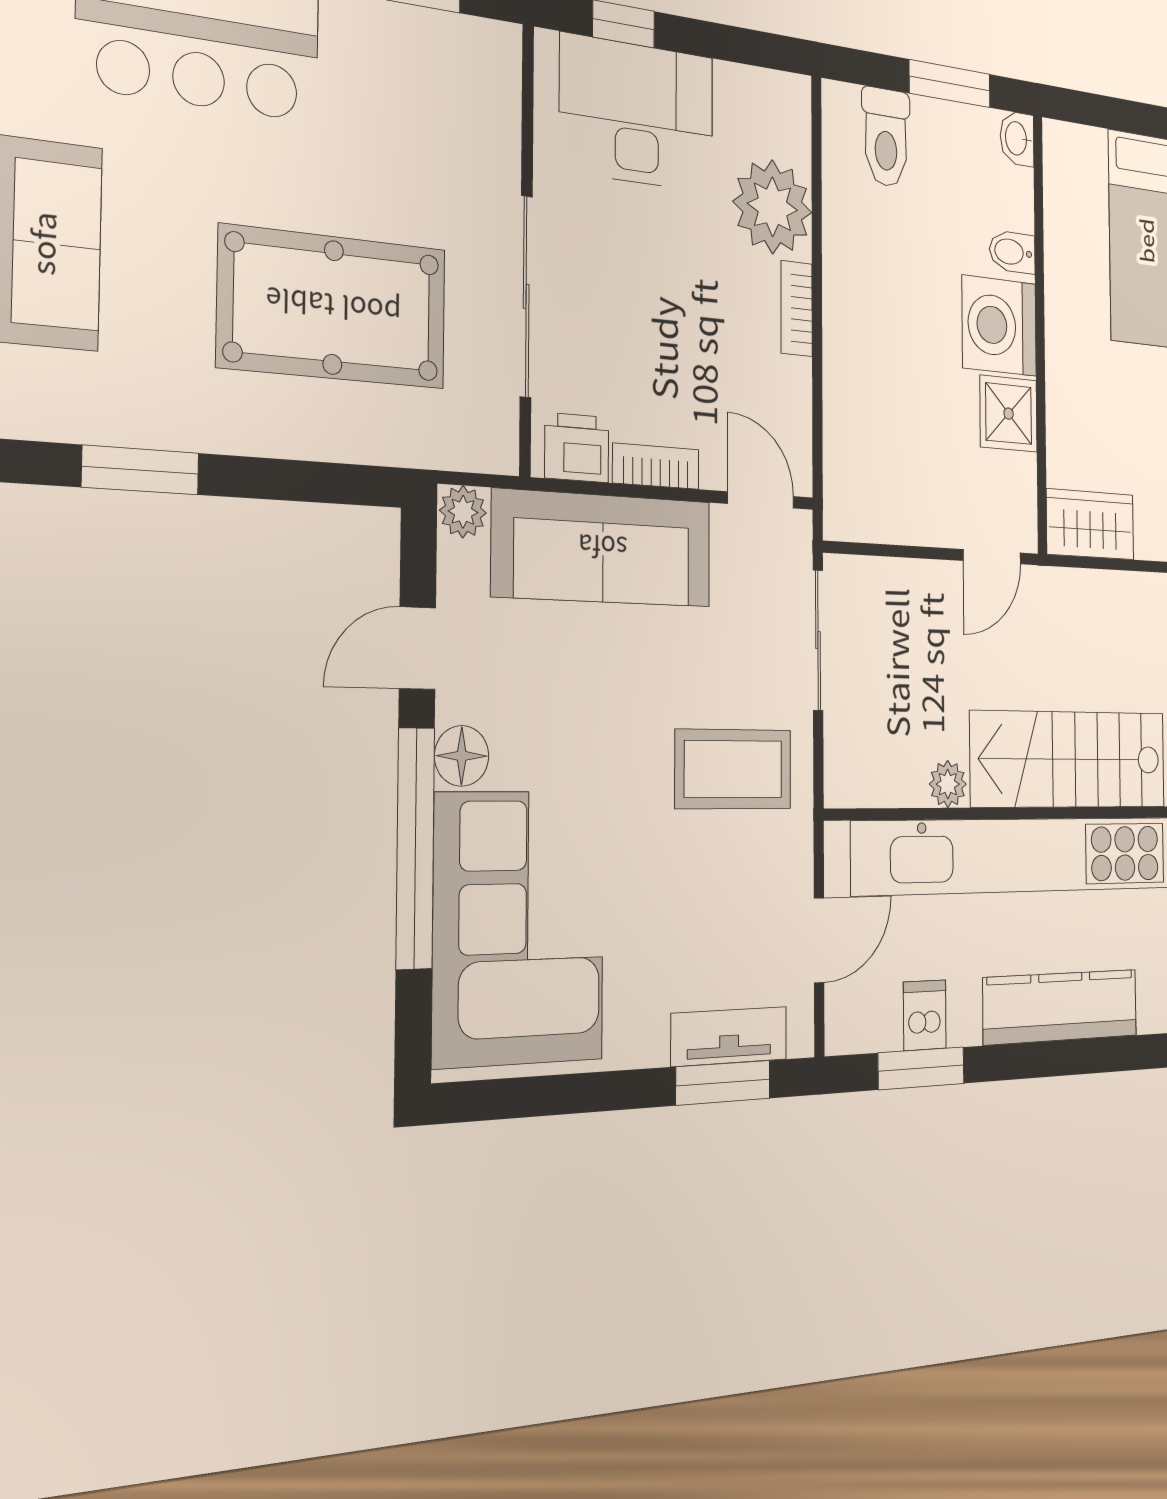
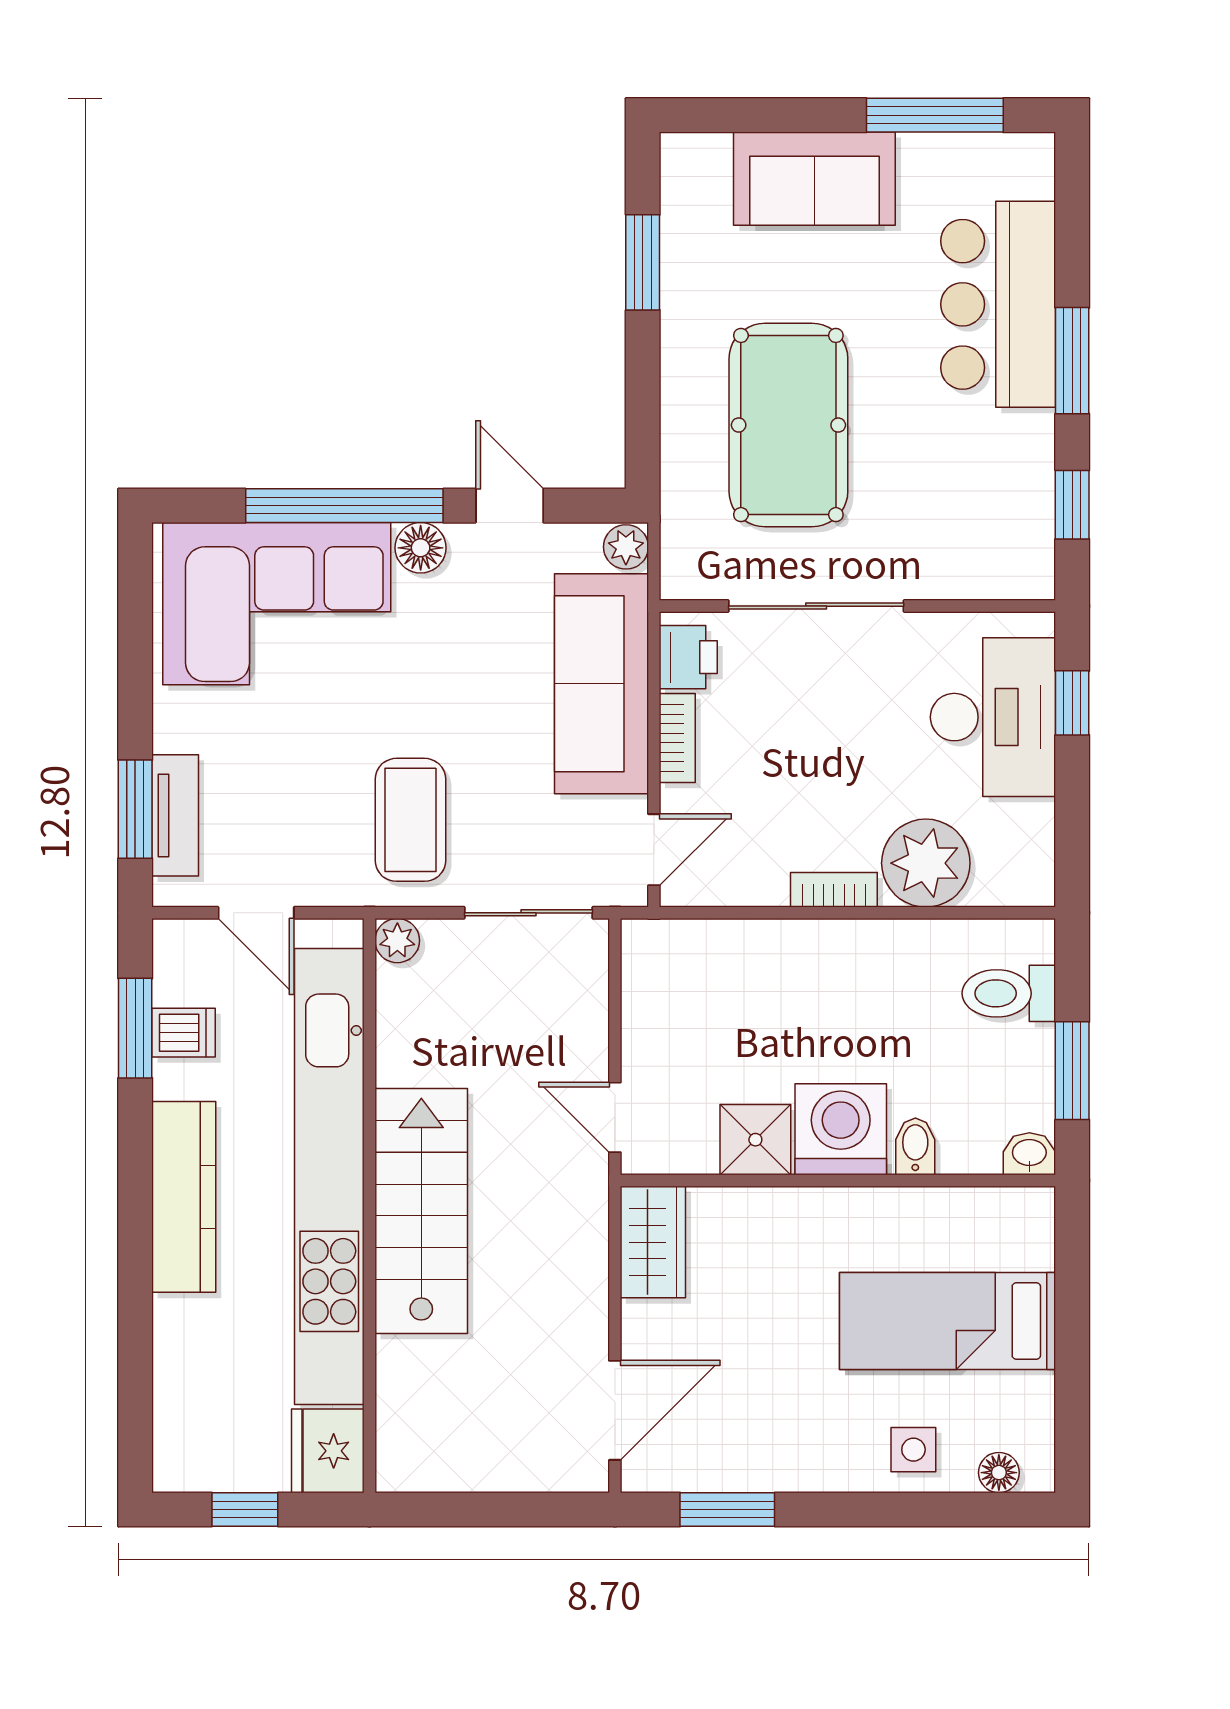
plant: (948, 784) -> (397, 941), moved

